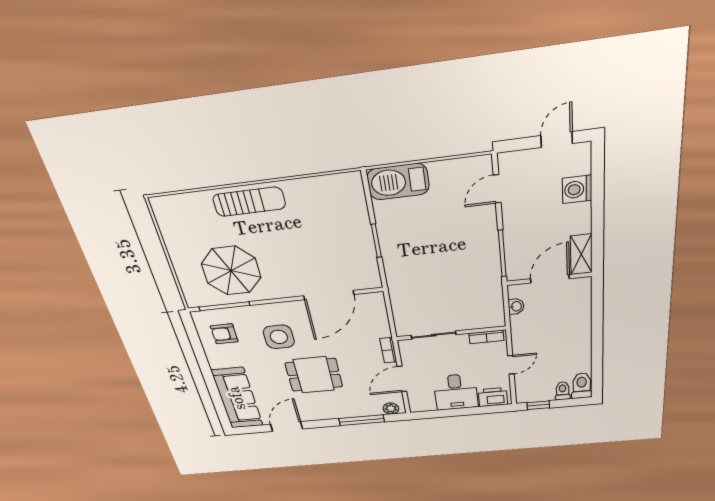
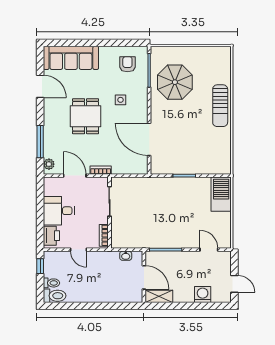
side table: (279, 337) -> (120, 100), width x0.54, depth x0.54

